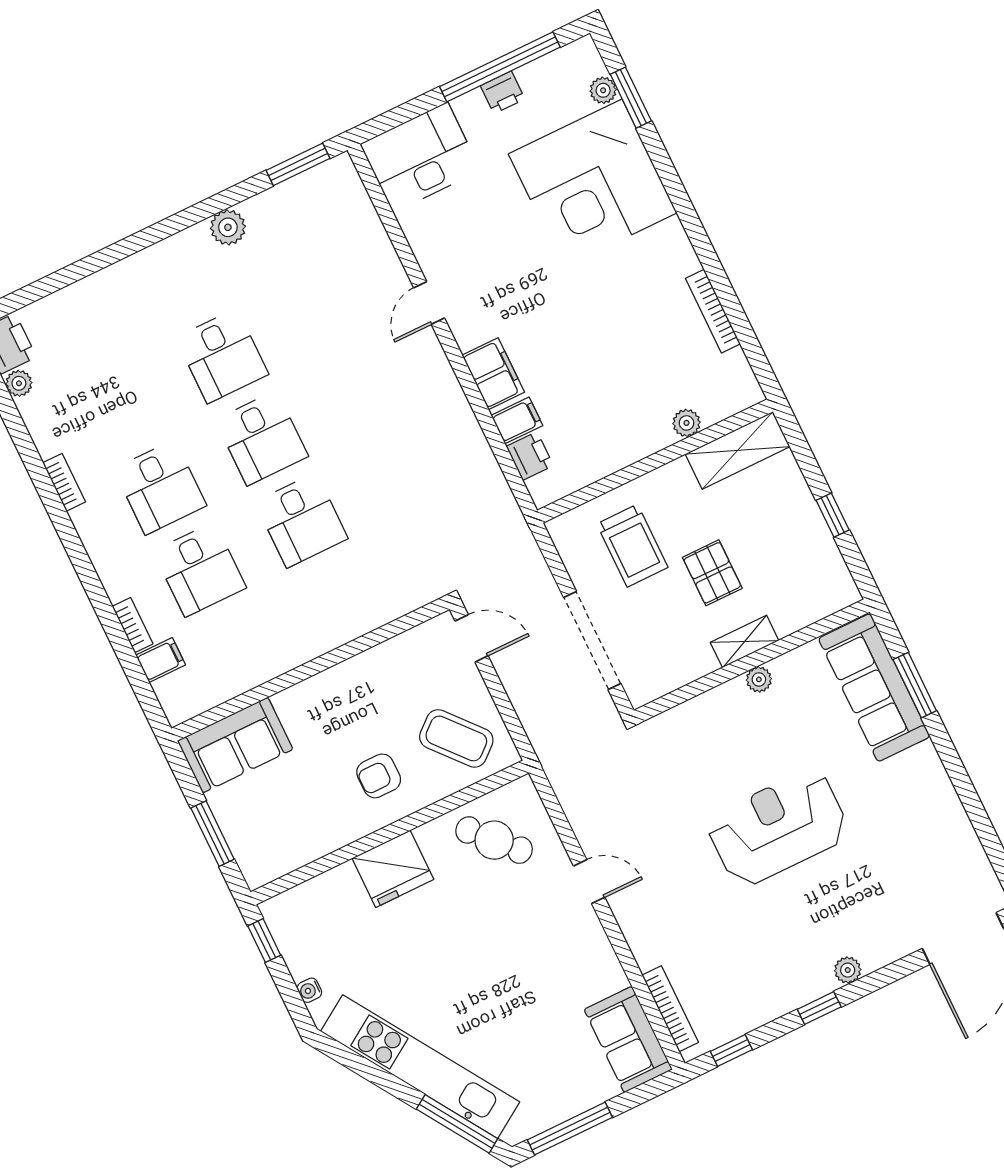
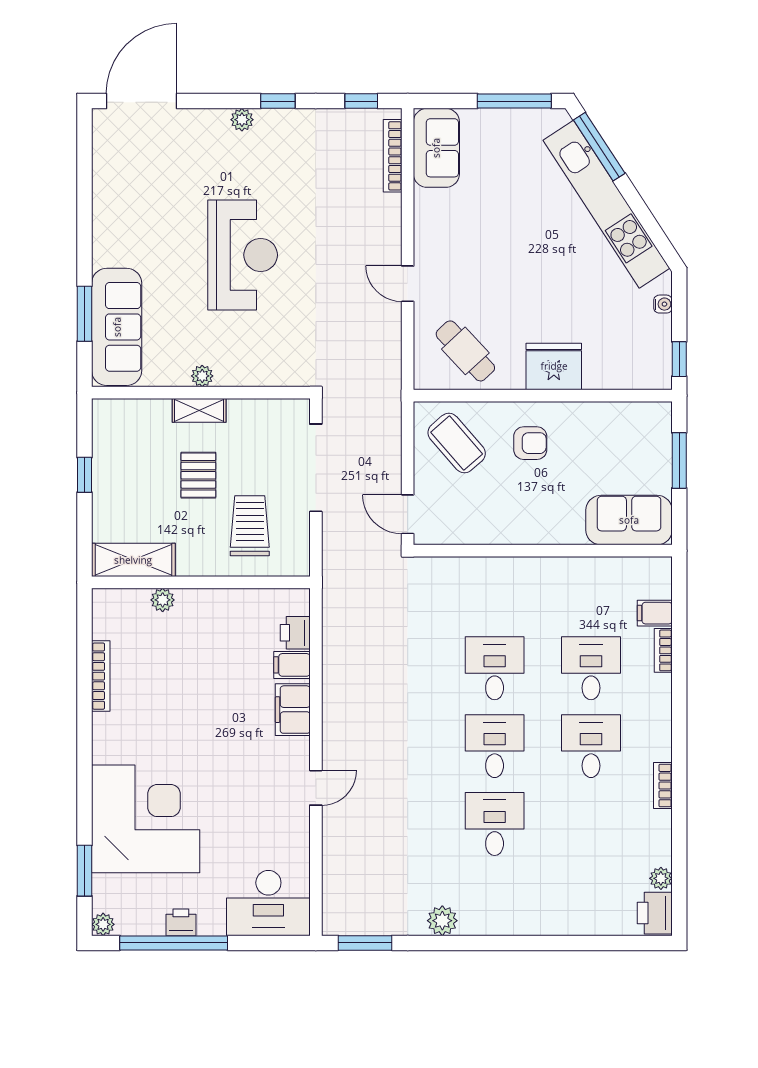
plant: (603, 90) -> (103, 924), moved
reception desk: (778, 828) -> (243, 255), turned -90

